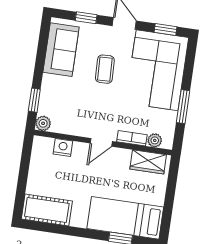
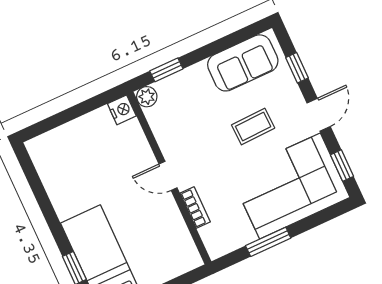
plant: (155, 140) -> (209, 235), removed
nightstand: (63, 147) -> (122, 110), moved
wardrobe: (148, 162) -> (180, 243), removed
cot: (47, 210) -> (52, 164), removed

